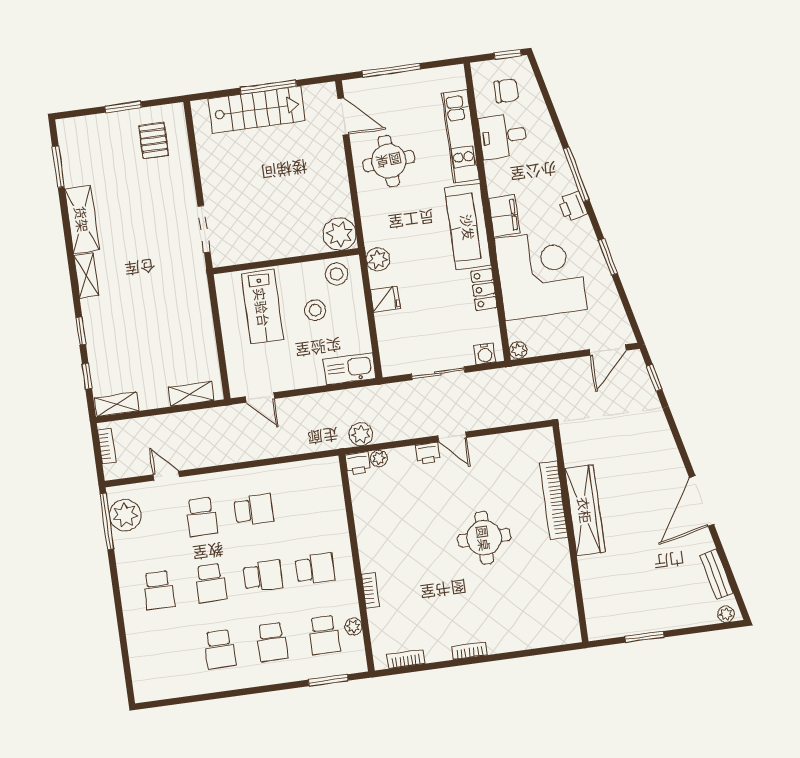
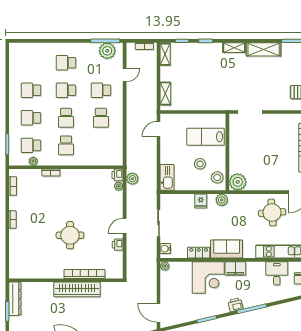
sofa: (468, 227) -> (227, 249), width x0.73
corner desk: (541, 274) -> (208, 277), width x0.74, depth x0.74
printer: (428, 453) -> (118, 245), moved
dresser: (619, 626) -> (15, 299), added

